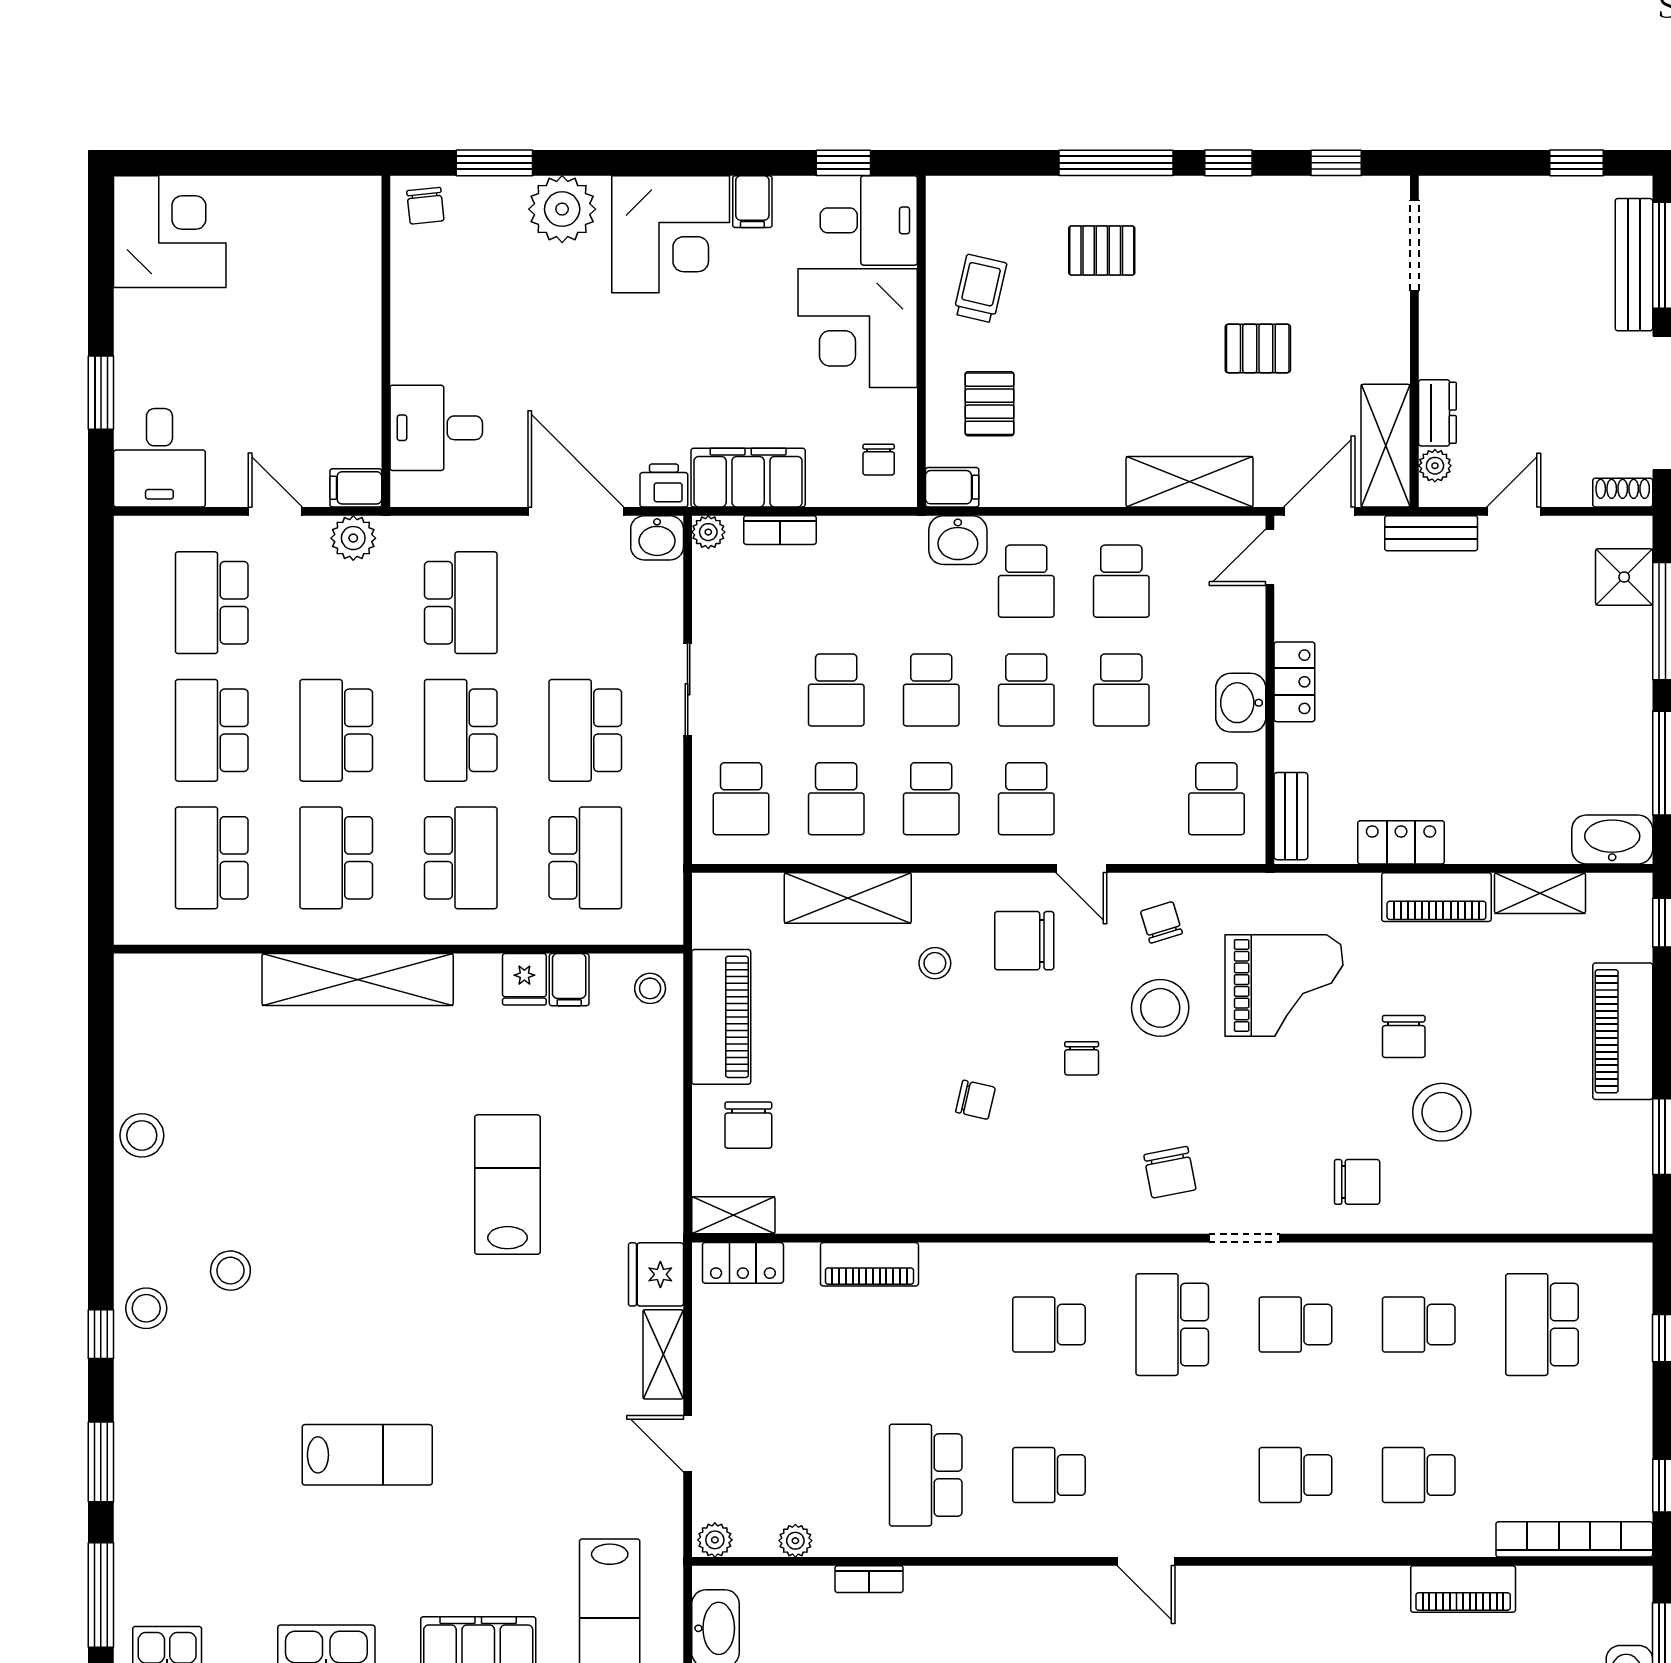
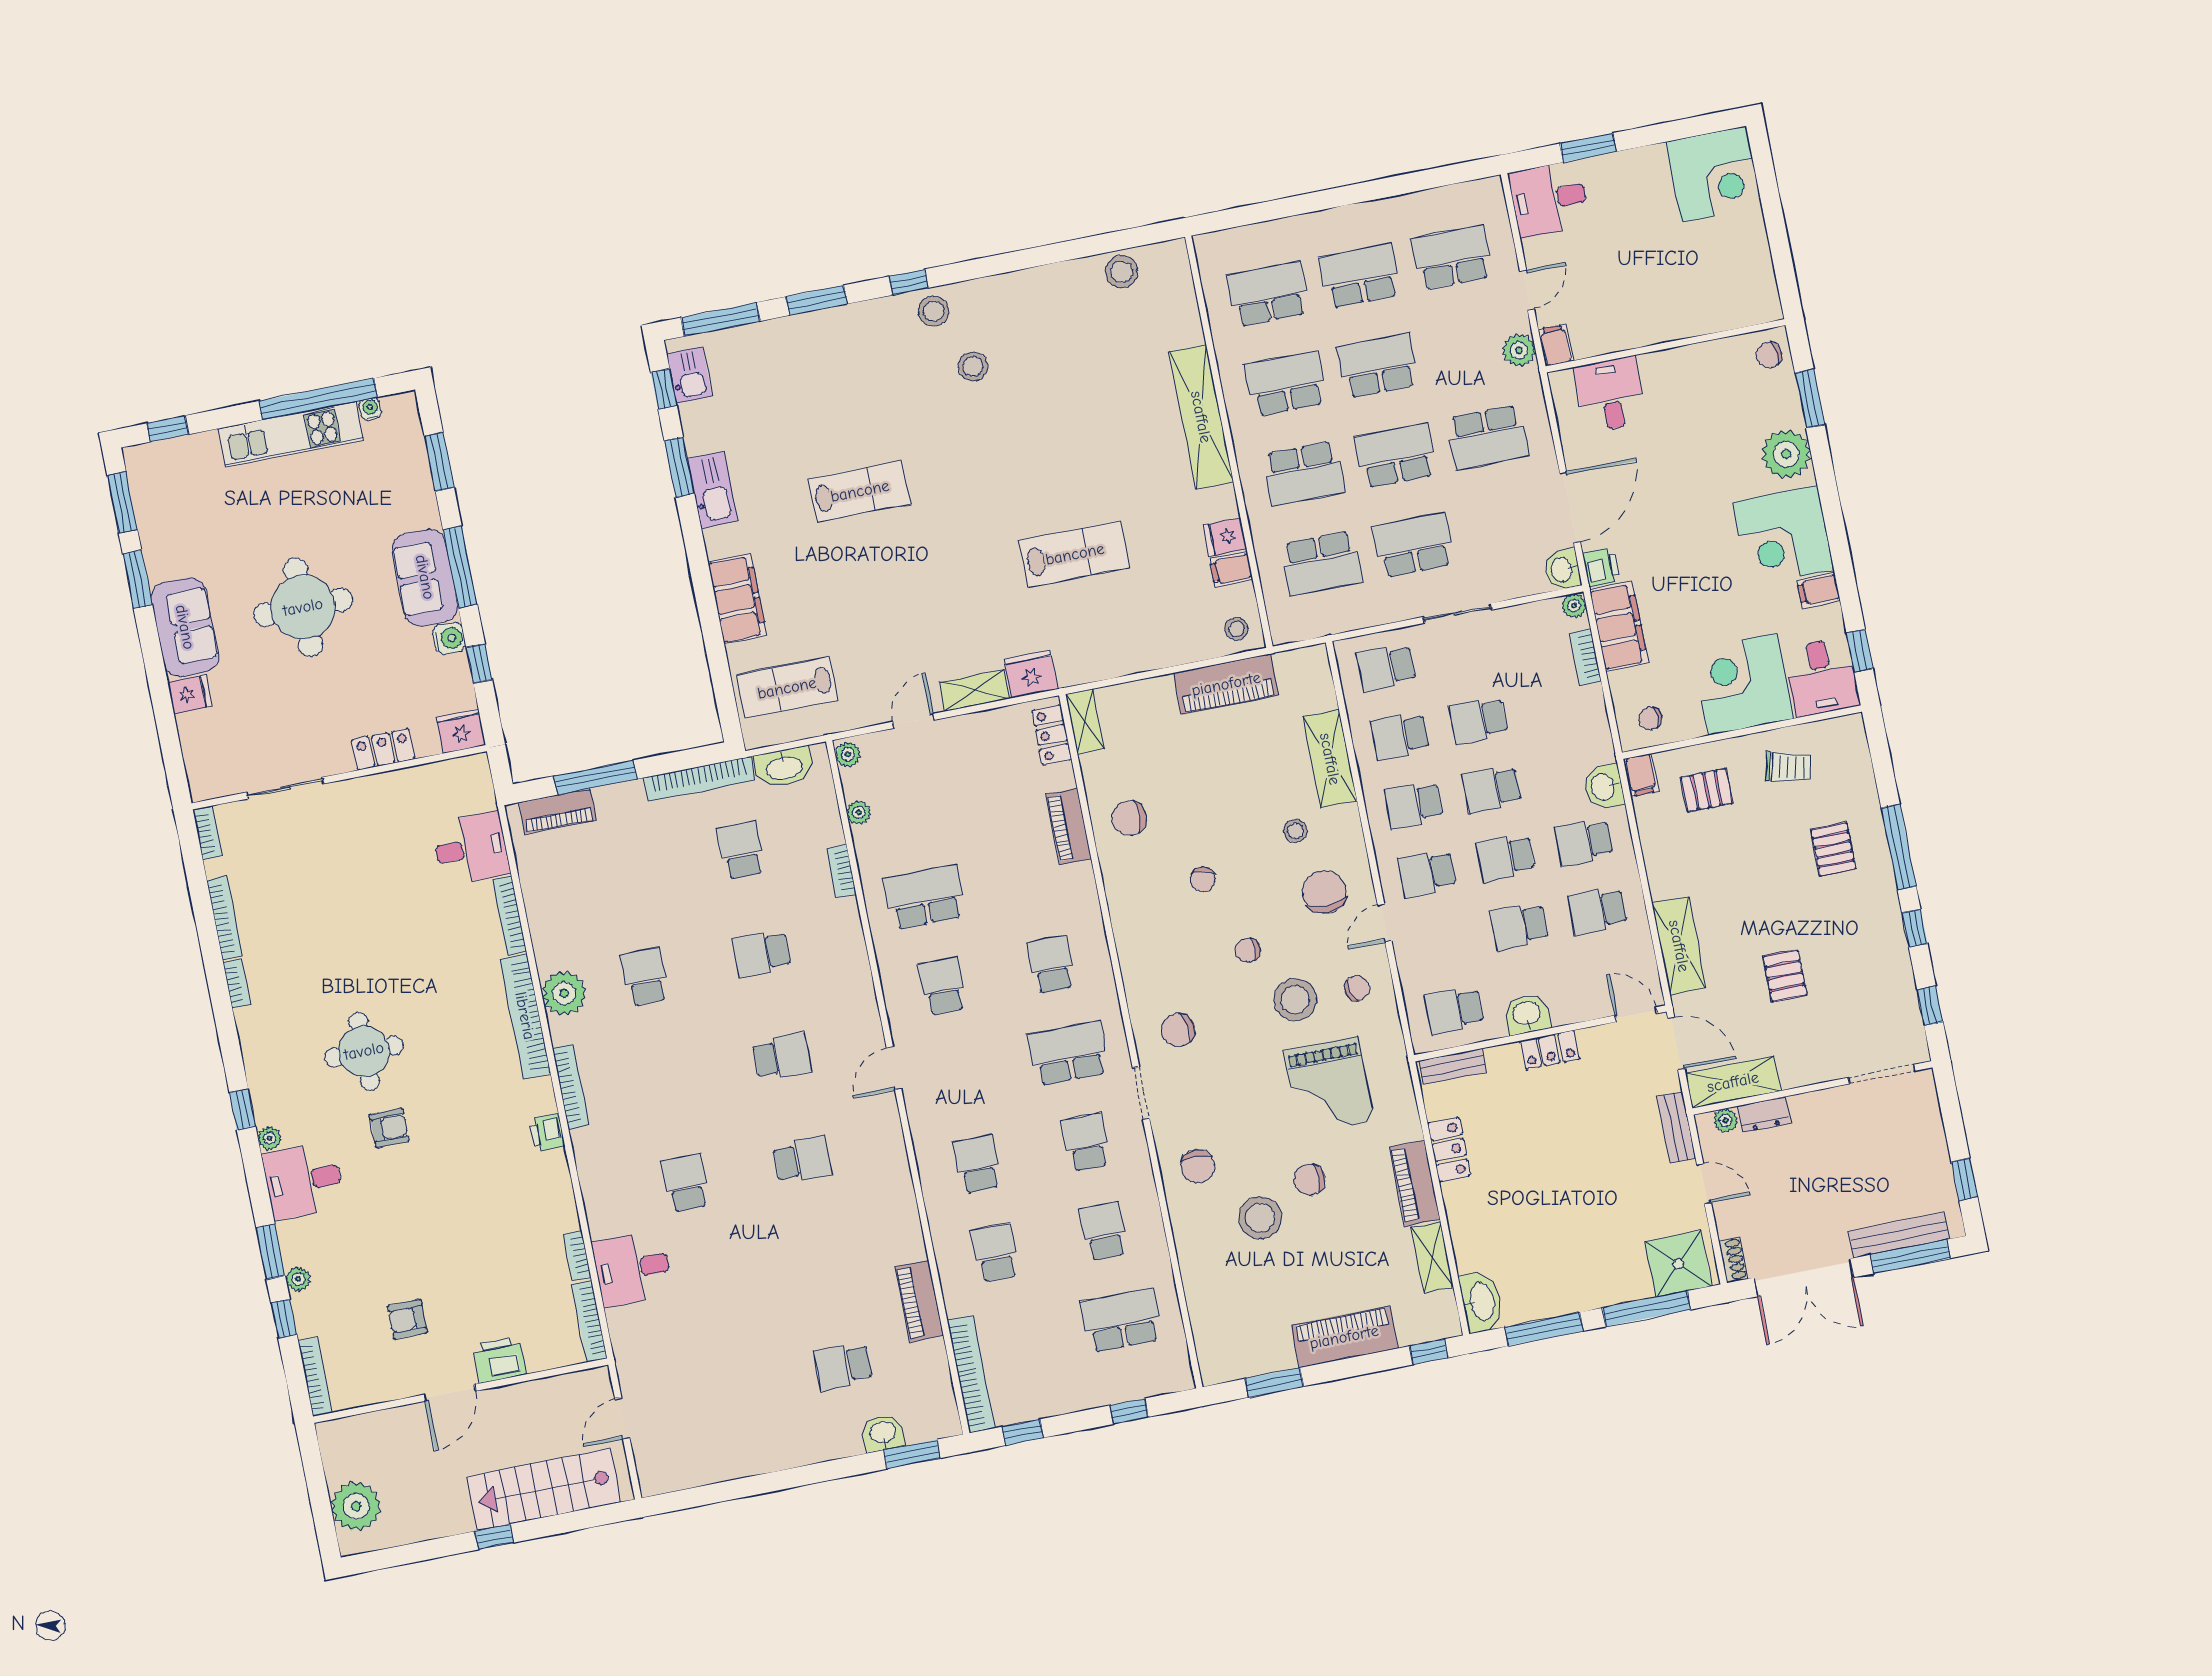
shower: (1624, 577) -> (1678, 1264), width x1.36, depth x1.36
chair: (748, 1125) -> (1129, 818), moved
stool: (142, 1135) -> (1122, 272), moved
lab bench: (367, 1455) -> (860, 491), turned -90

